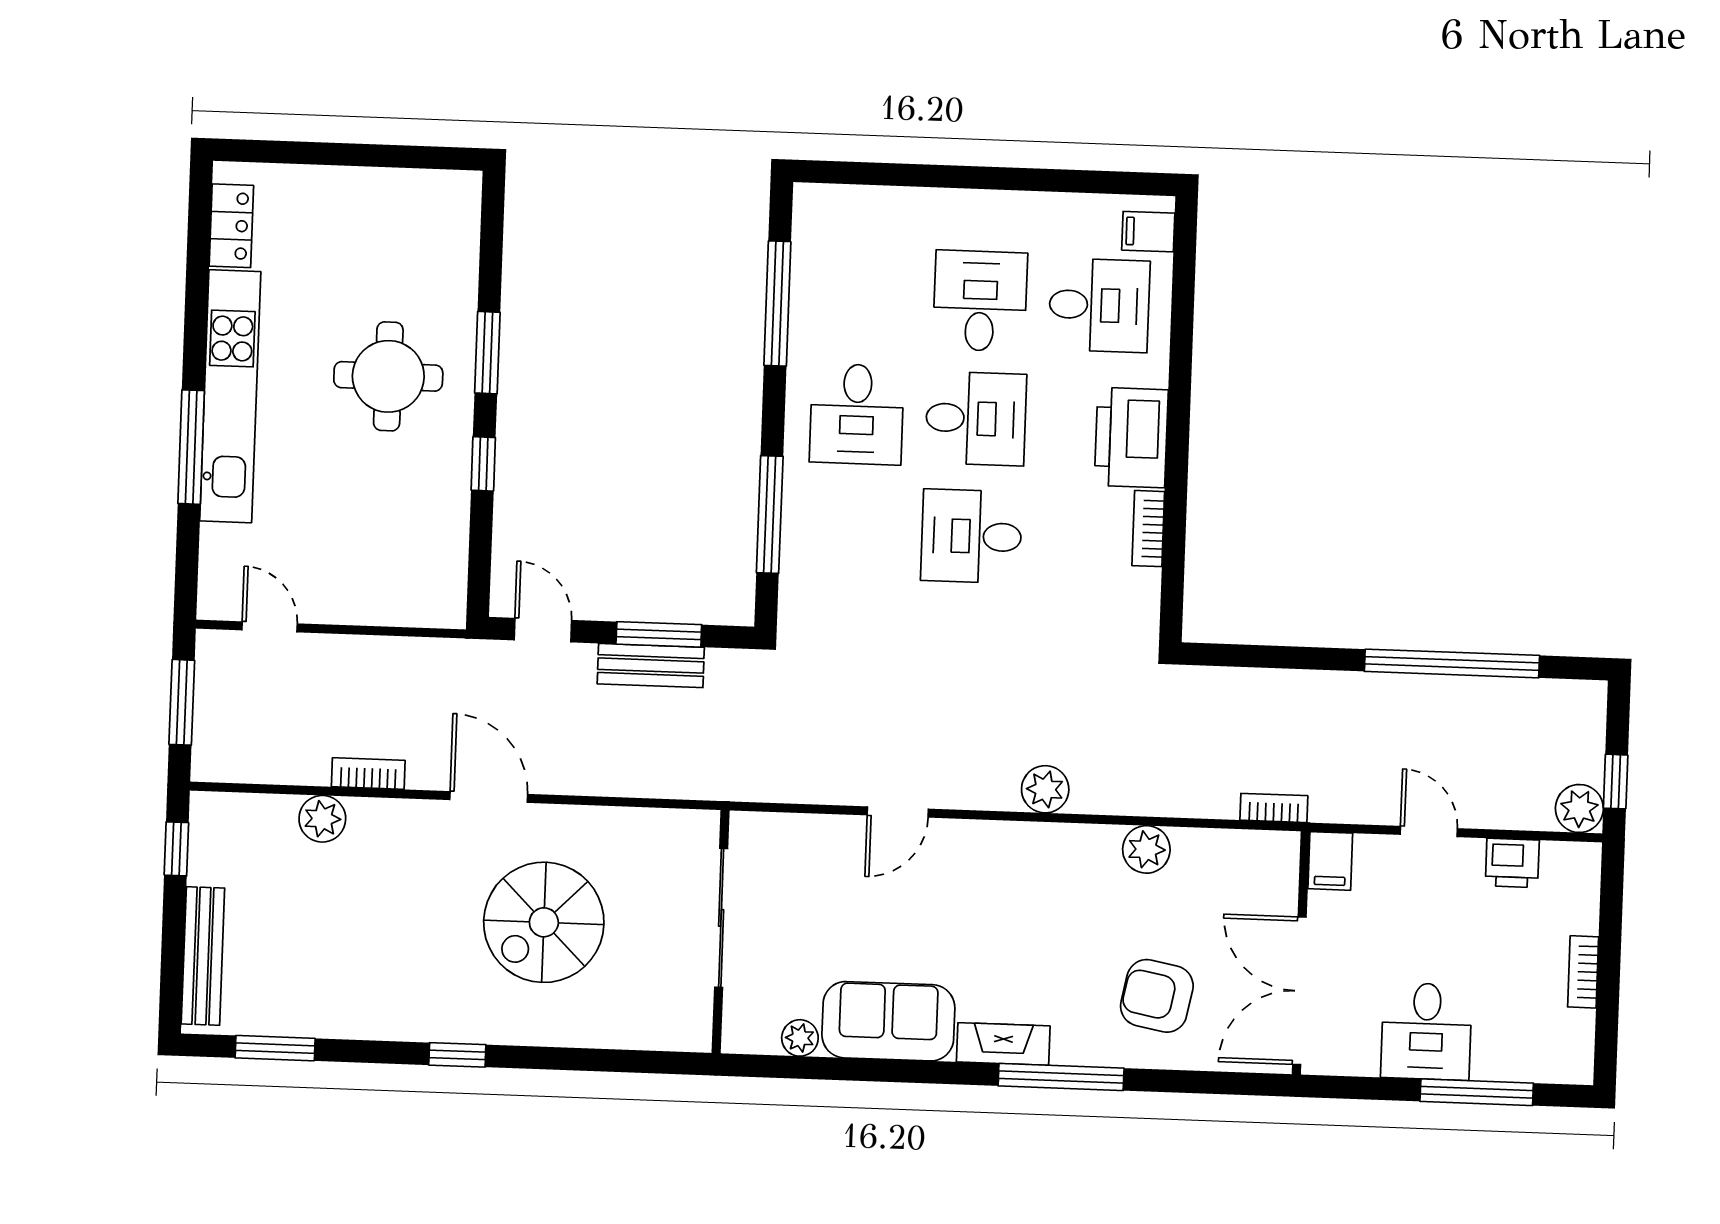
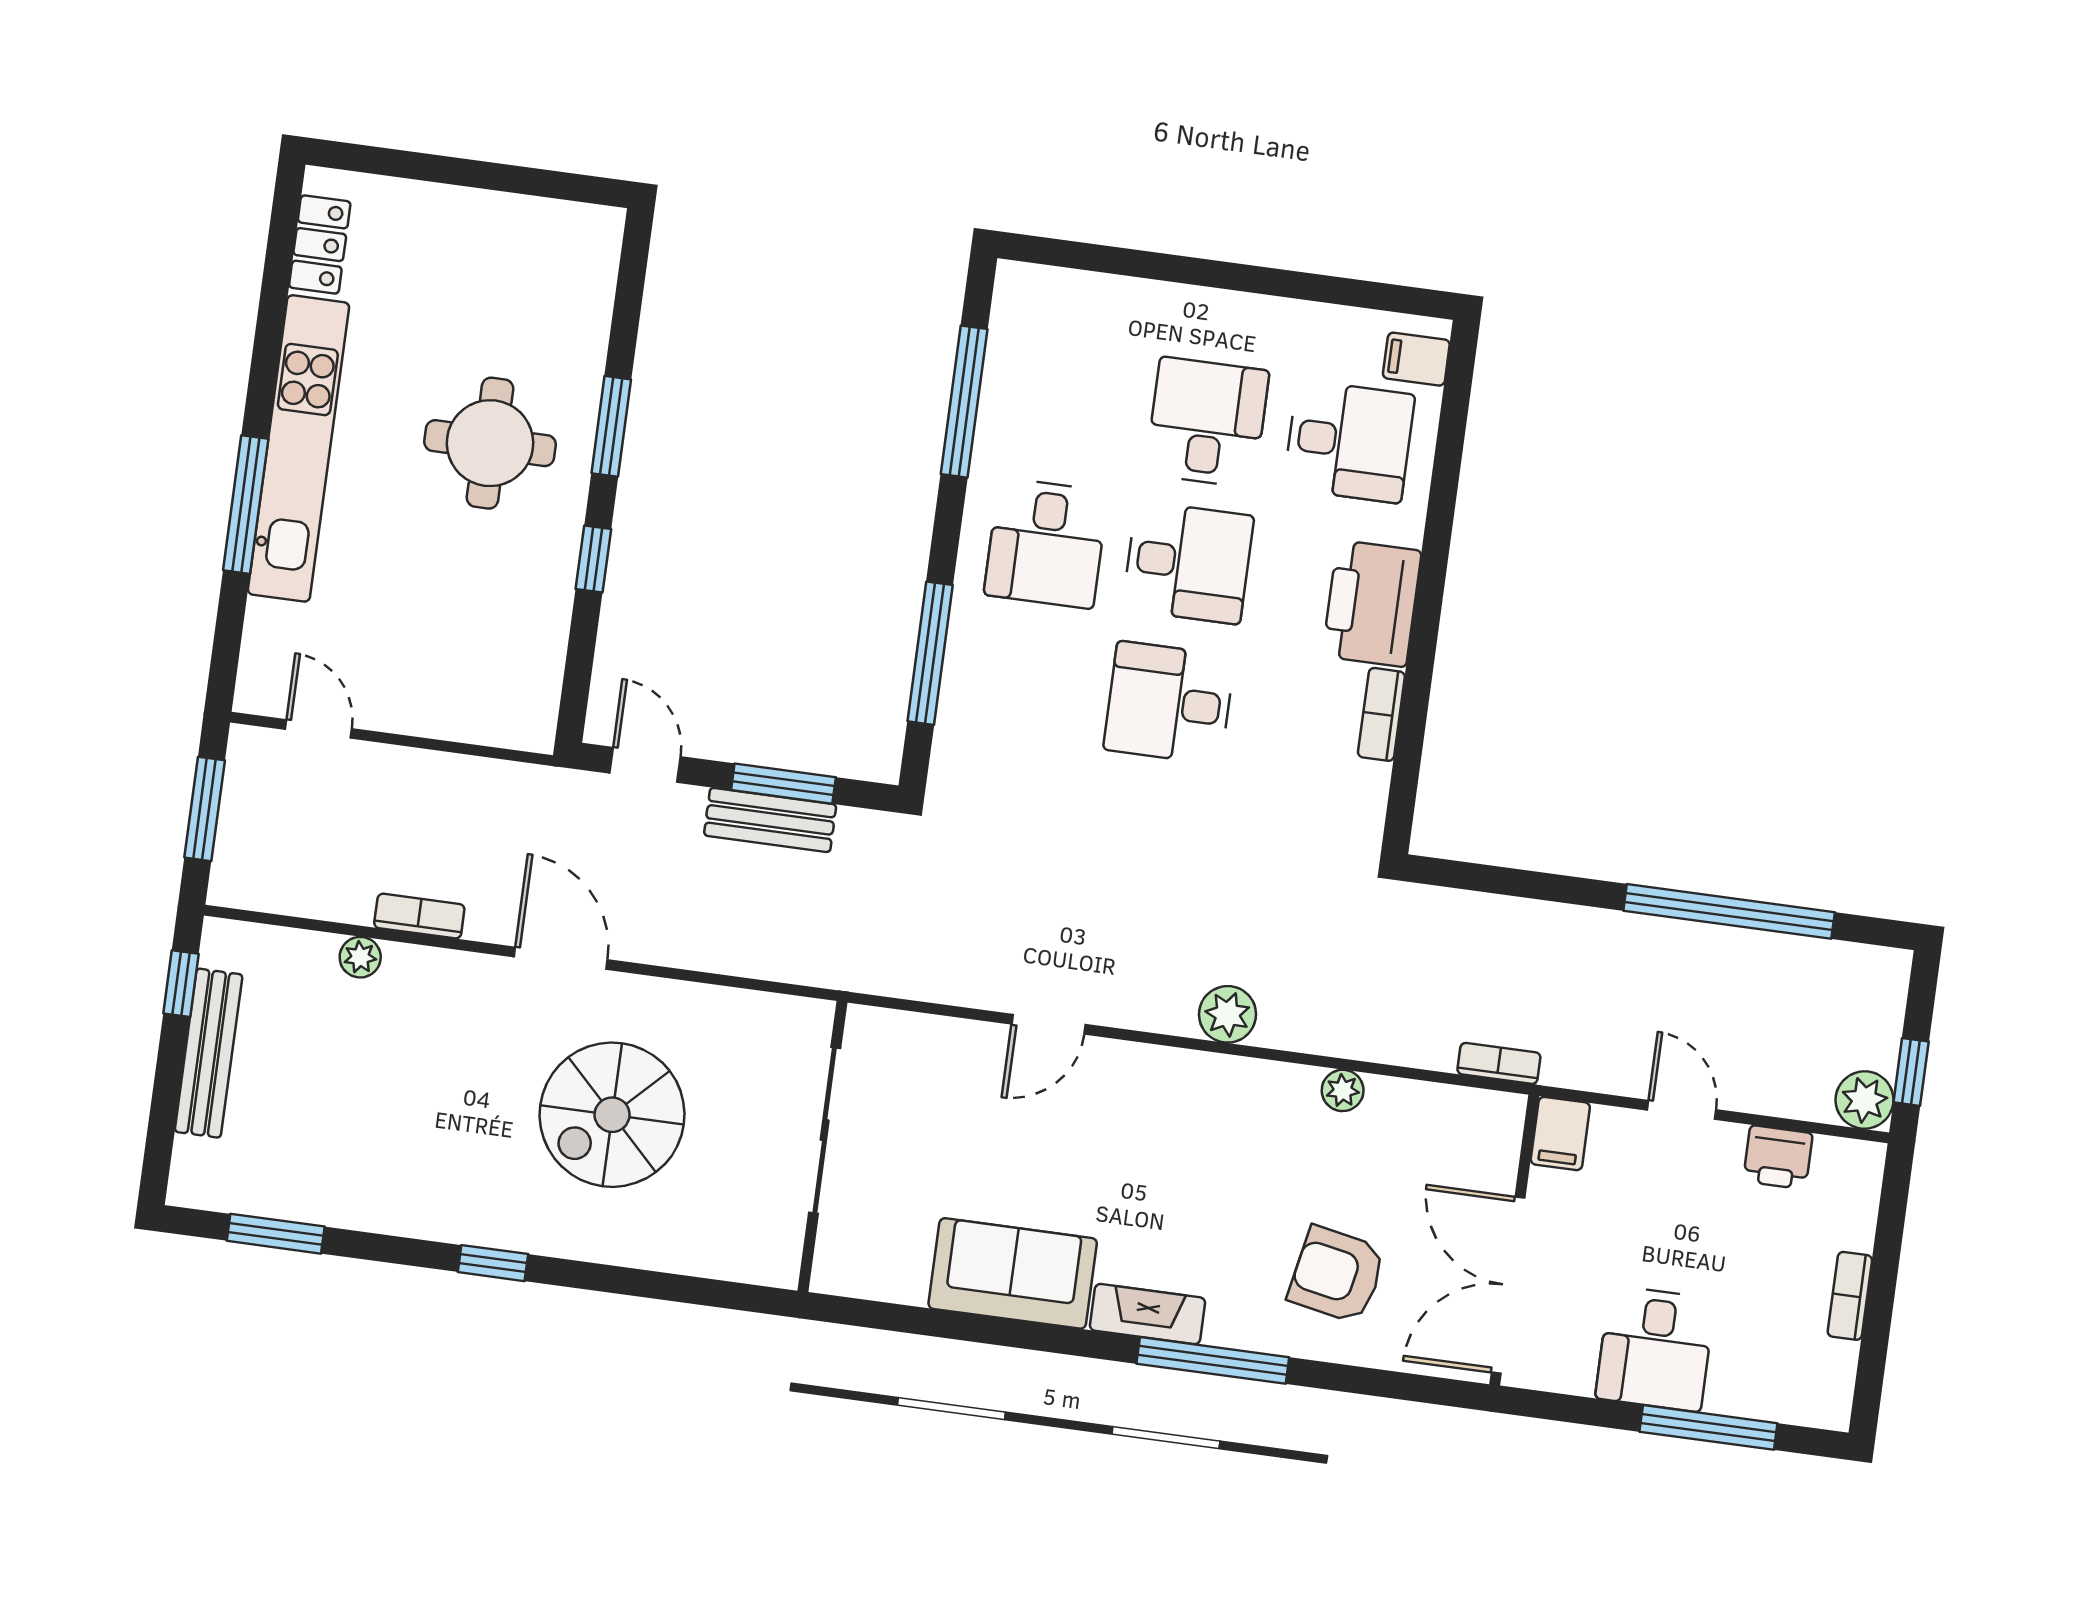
plant: (322, 819) -> (360, 957), width x0.73, depth x0.73
plant: (1146, 849) -> (1343, 1090), width x0.73, depth x0.73
bench: (203, 956) -> (209, 1053), moved
plant: (800, 1038) -> (905, 1283), removed

